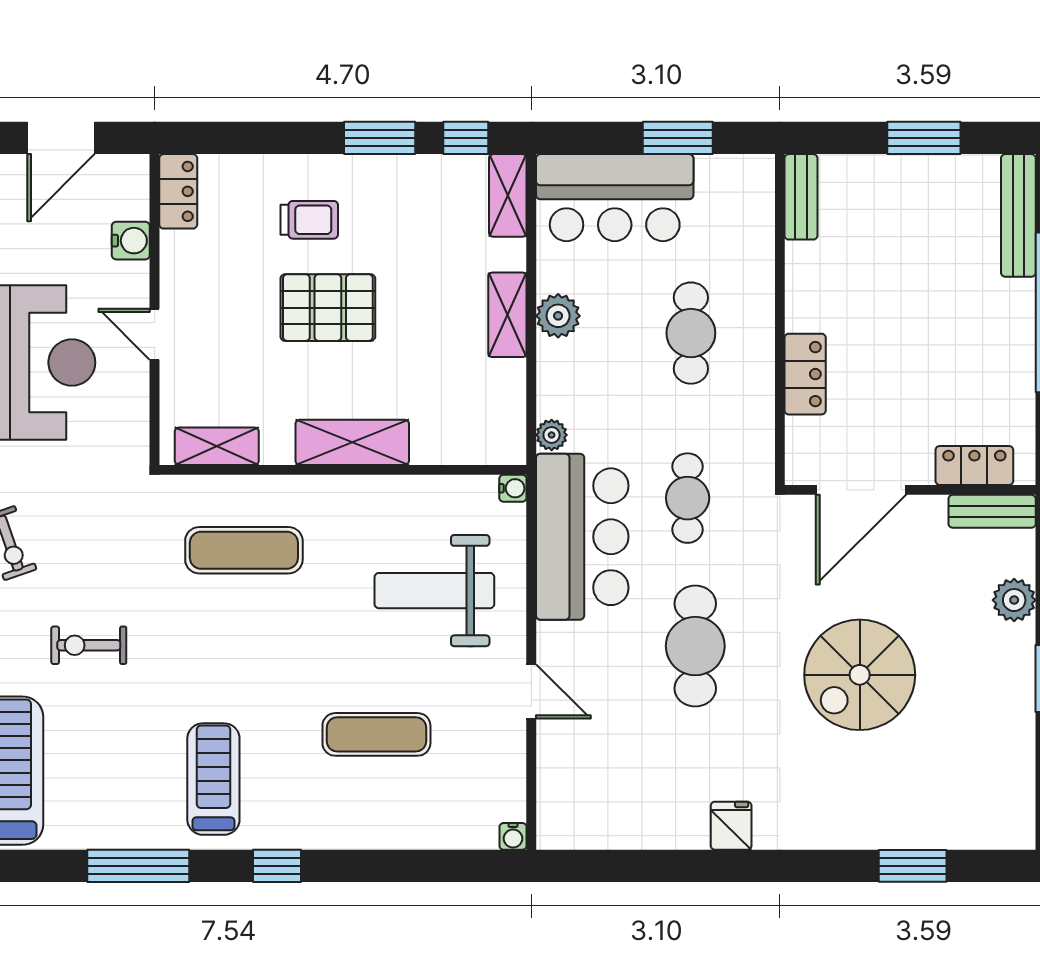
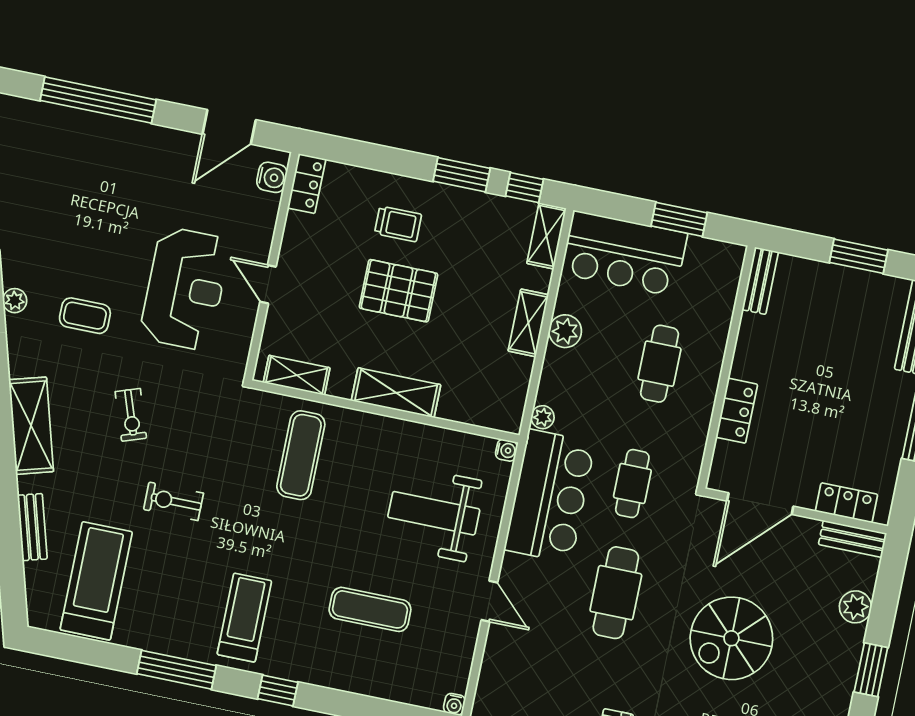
water cooler: (131, 241) -> (272, 177), moved
exercise mat: (244, 550) -> (301, 455), turned 90

